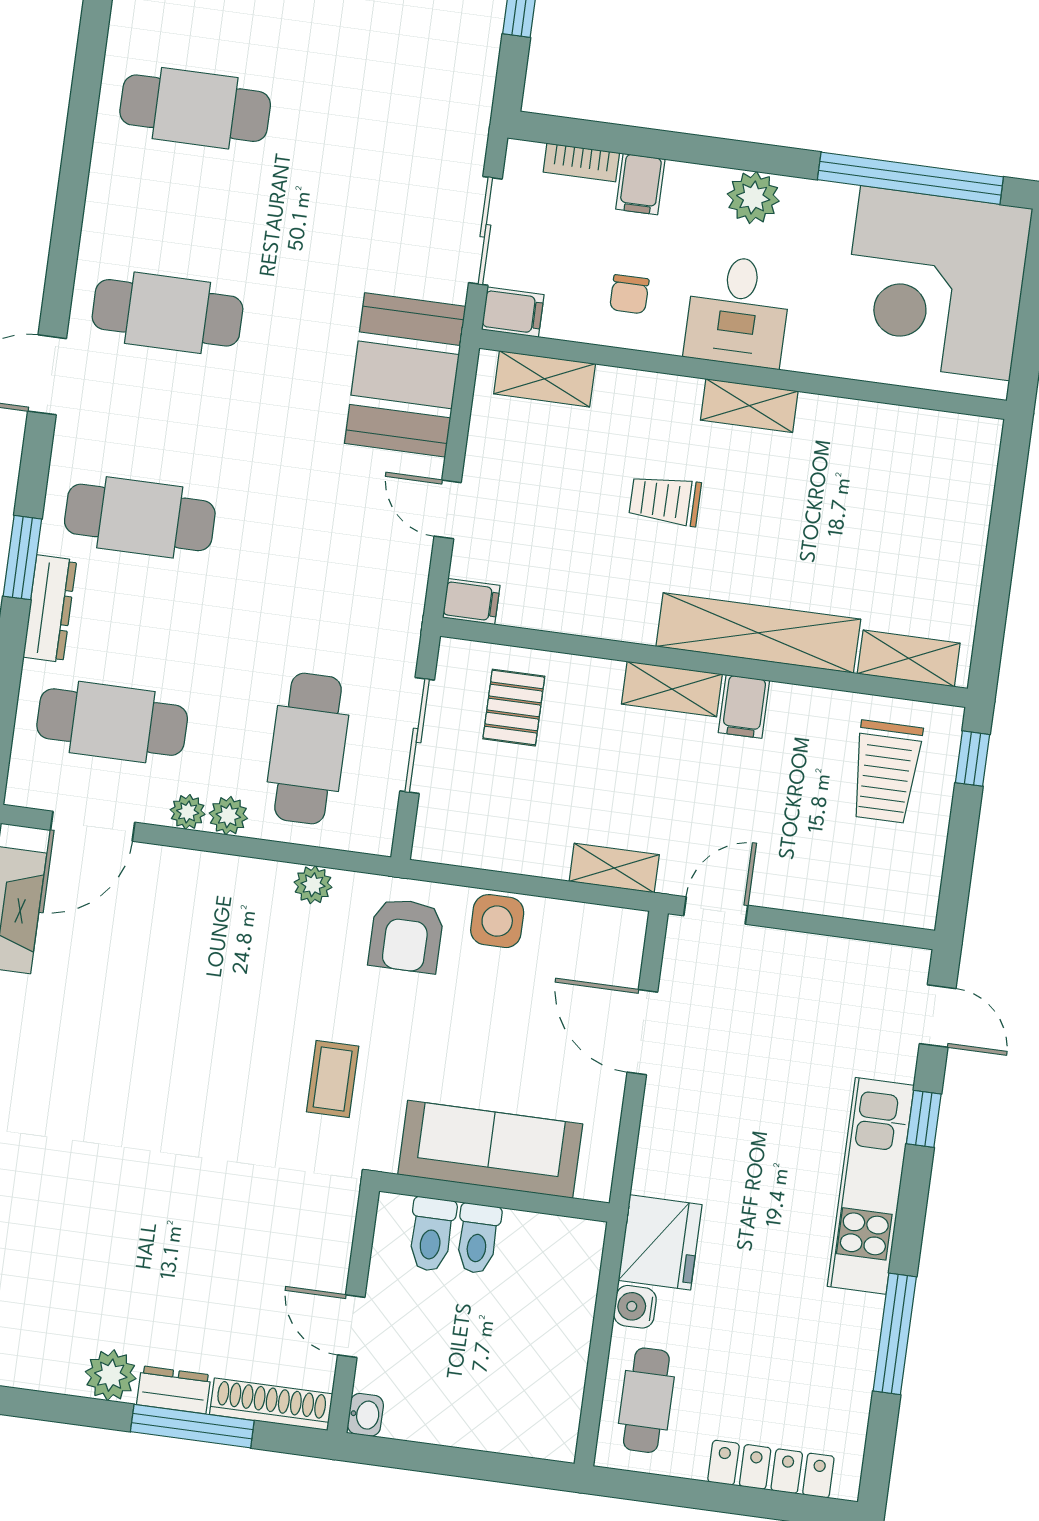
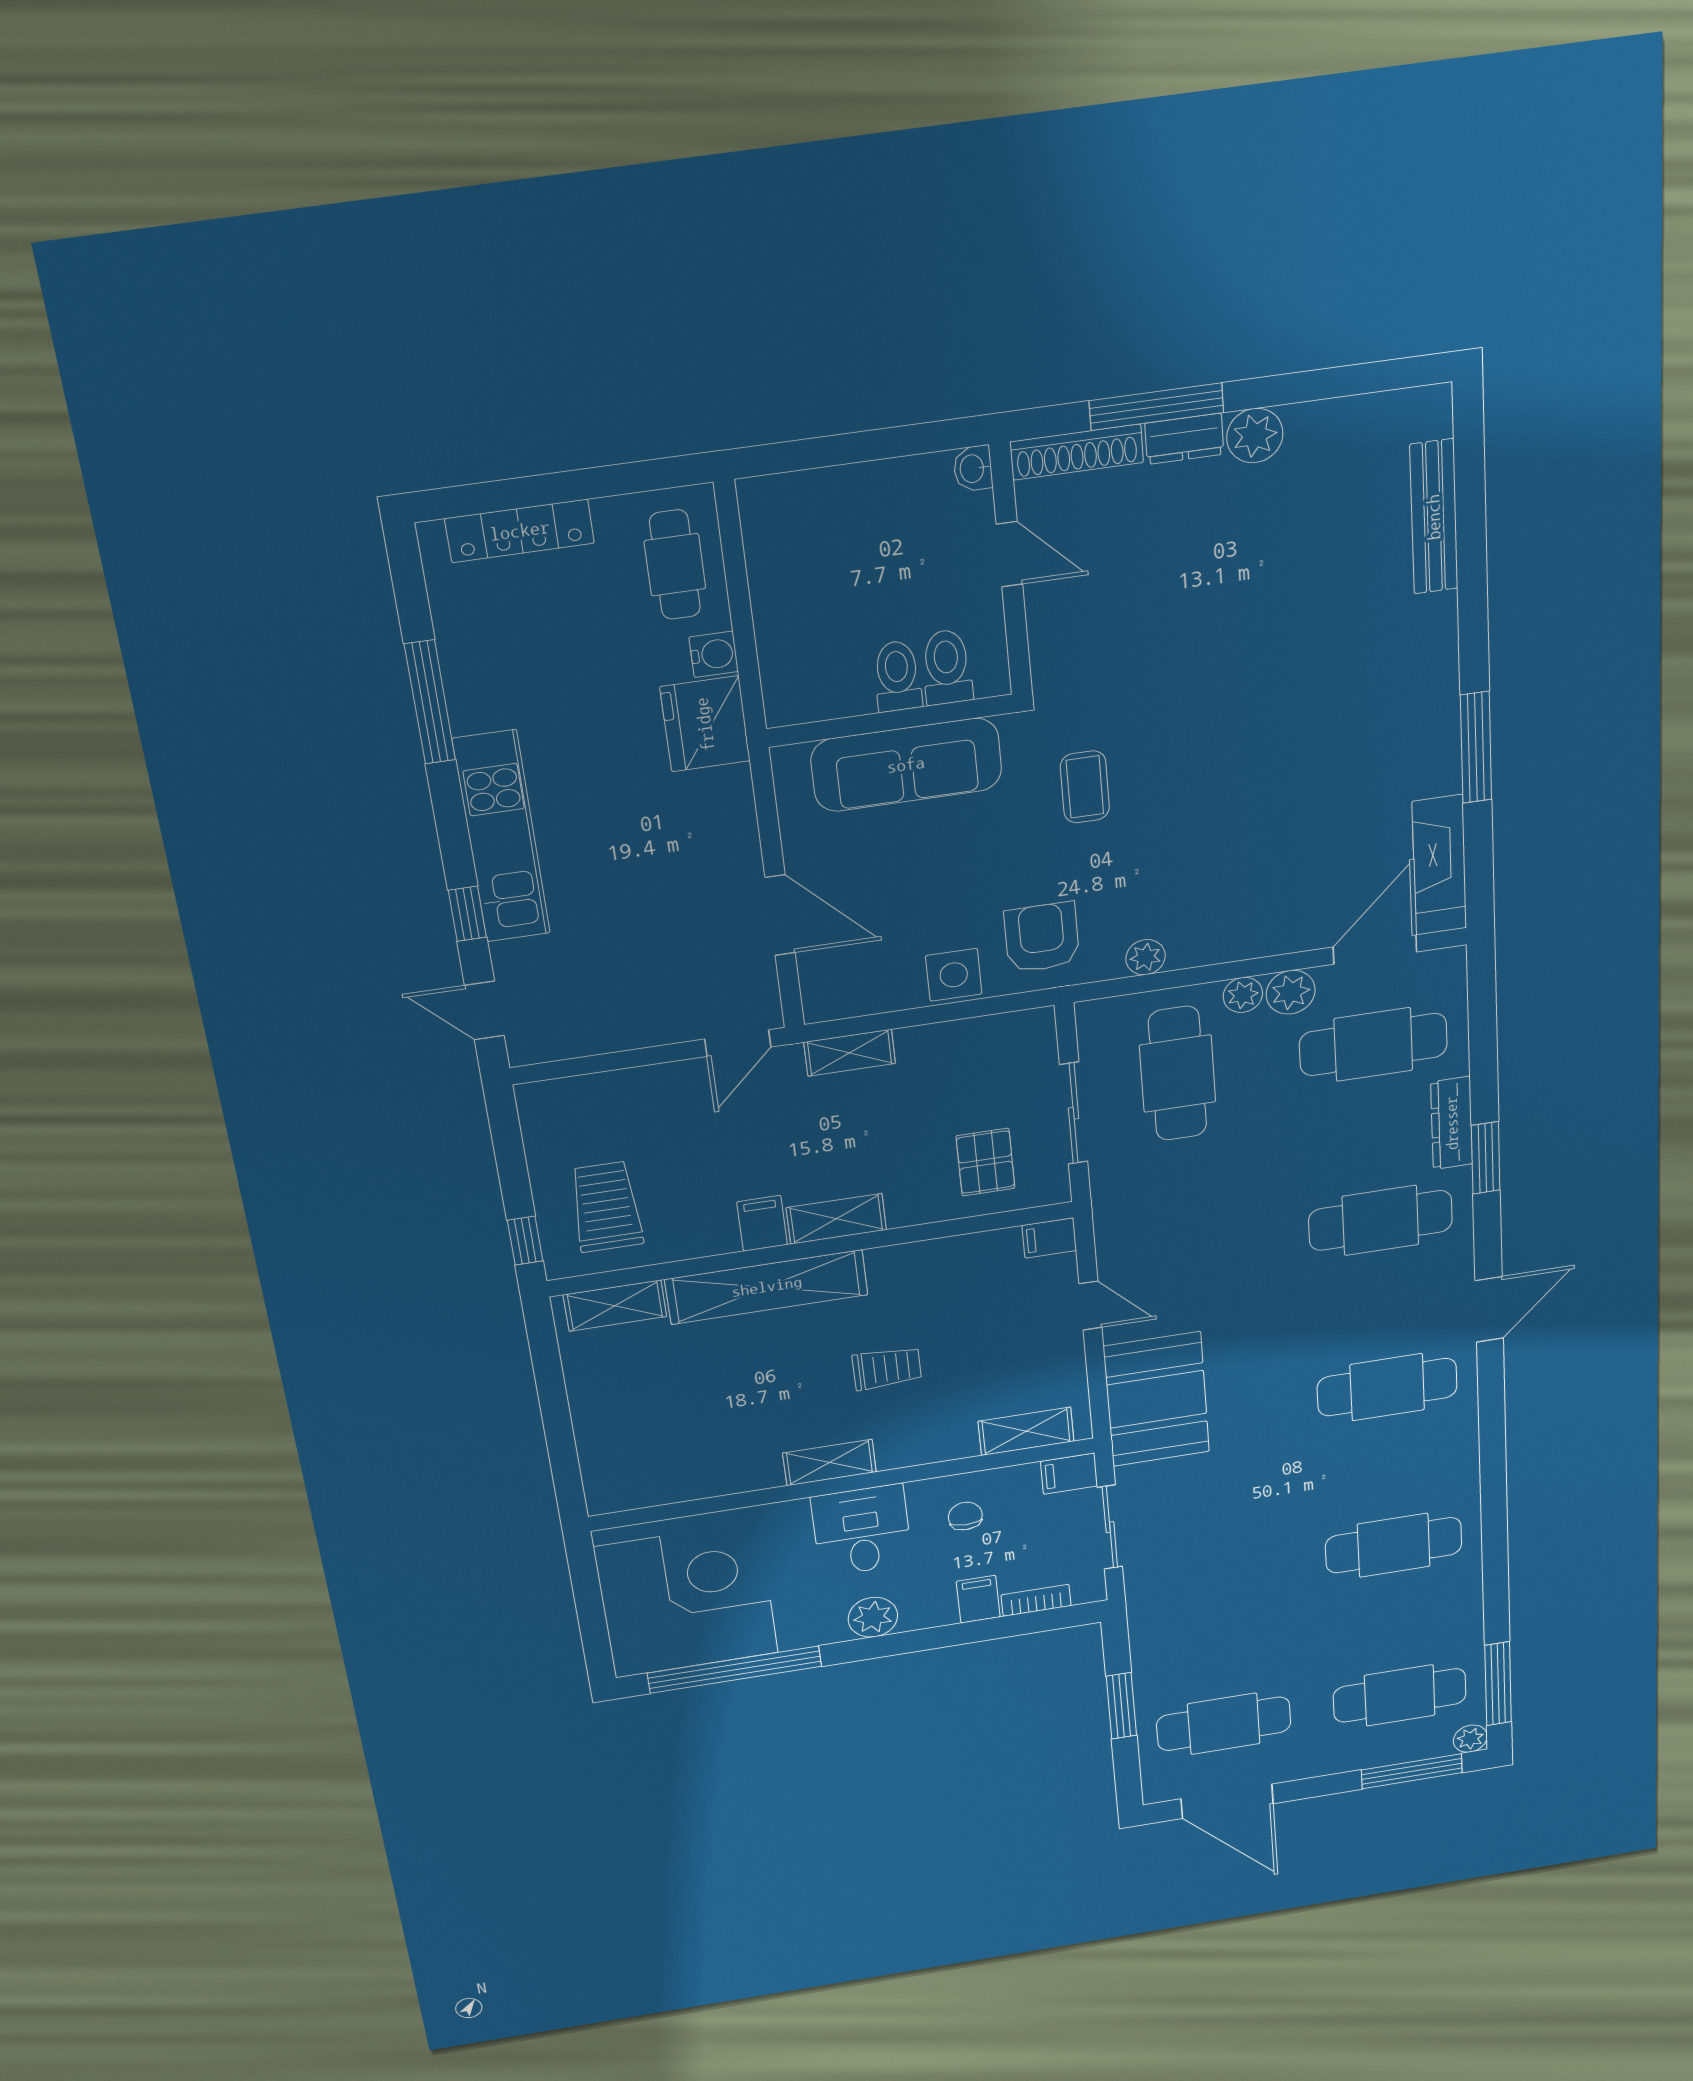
plant: (188, 812) -> (1291, 992), width x1.38, depth x1.38

